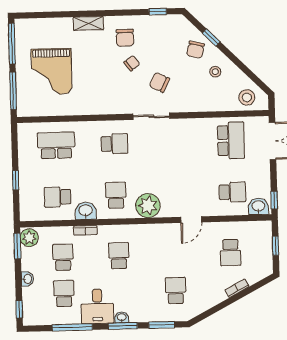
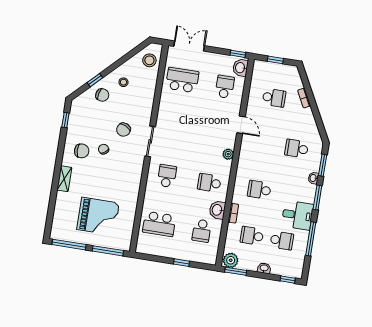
school desk: (56, 145) -> (159, 224), turned -90
plant: (148, 206) -> (228, 154), width x0.53, depth x0.53
school desk: (64, 294) -> (282, 241), turned 180
washbasin: (122, 317) -> (313, 178), moved

